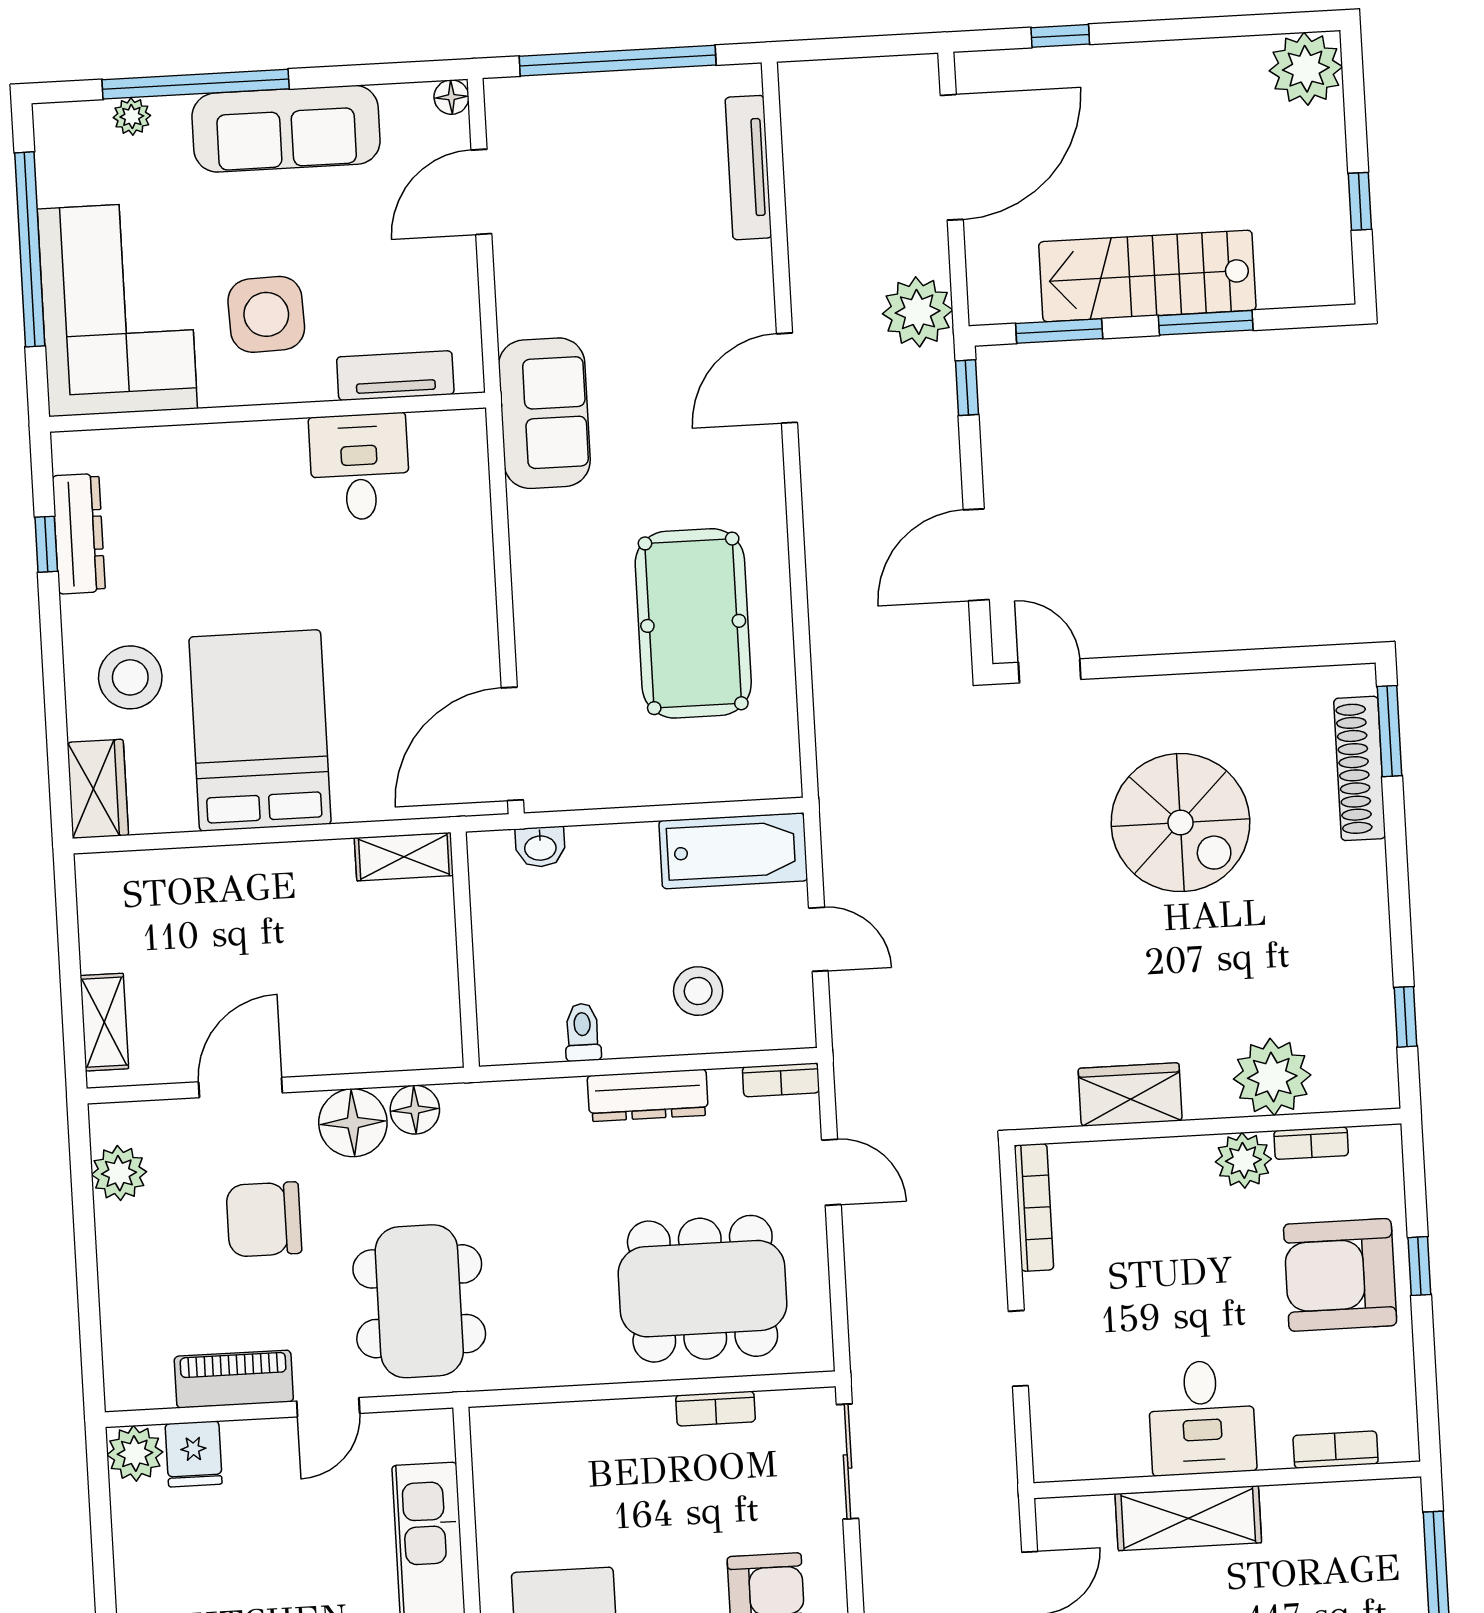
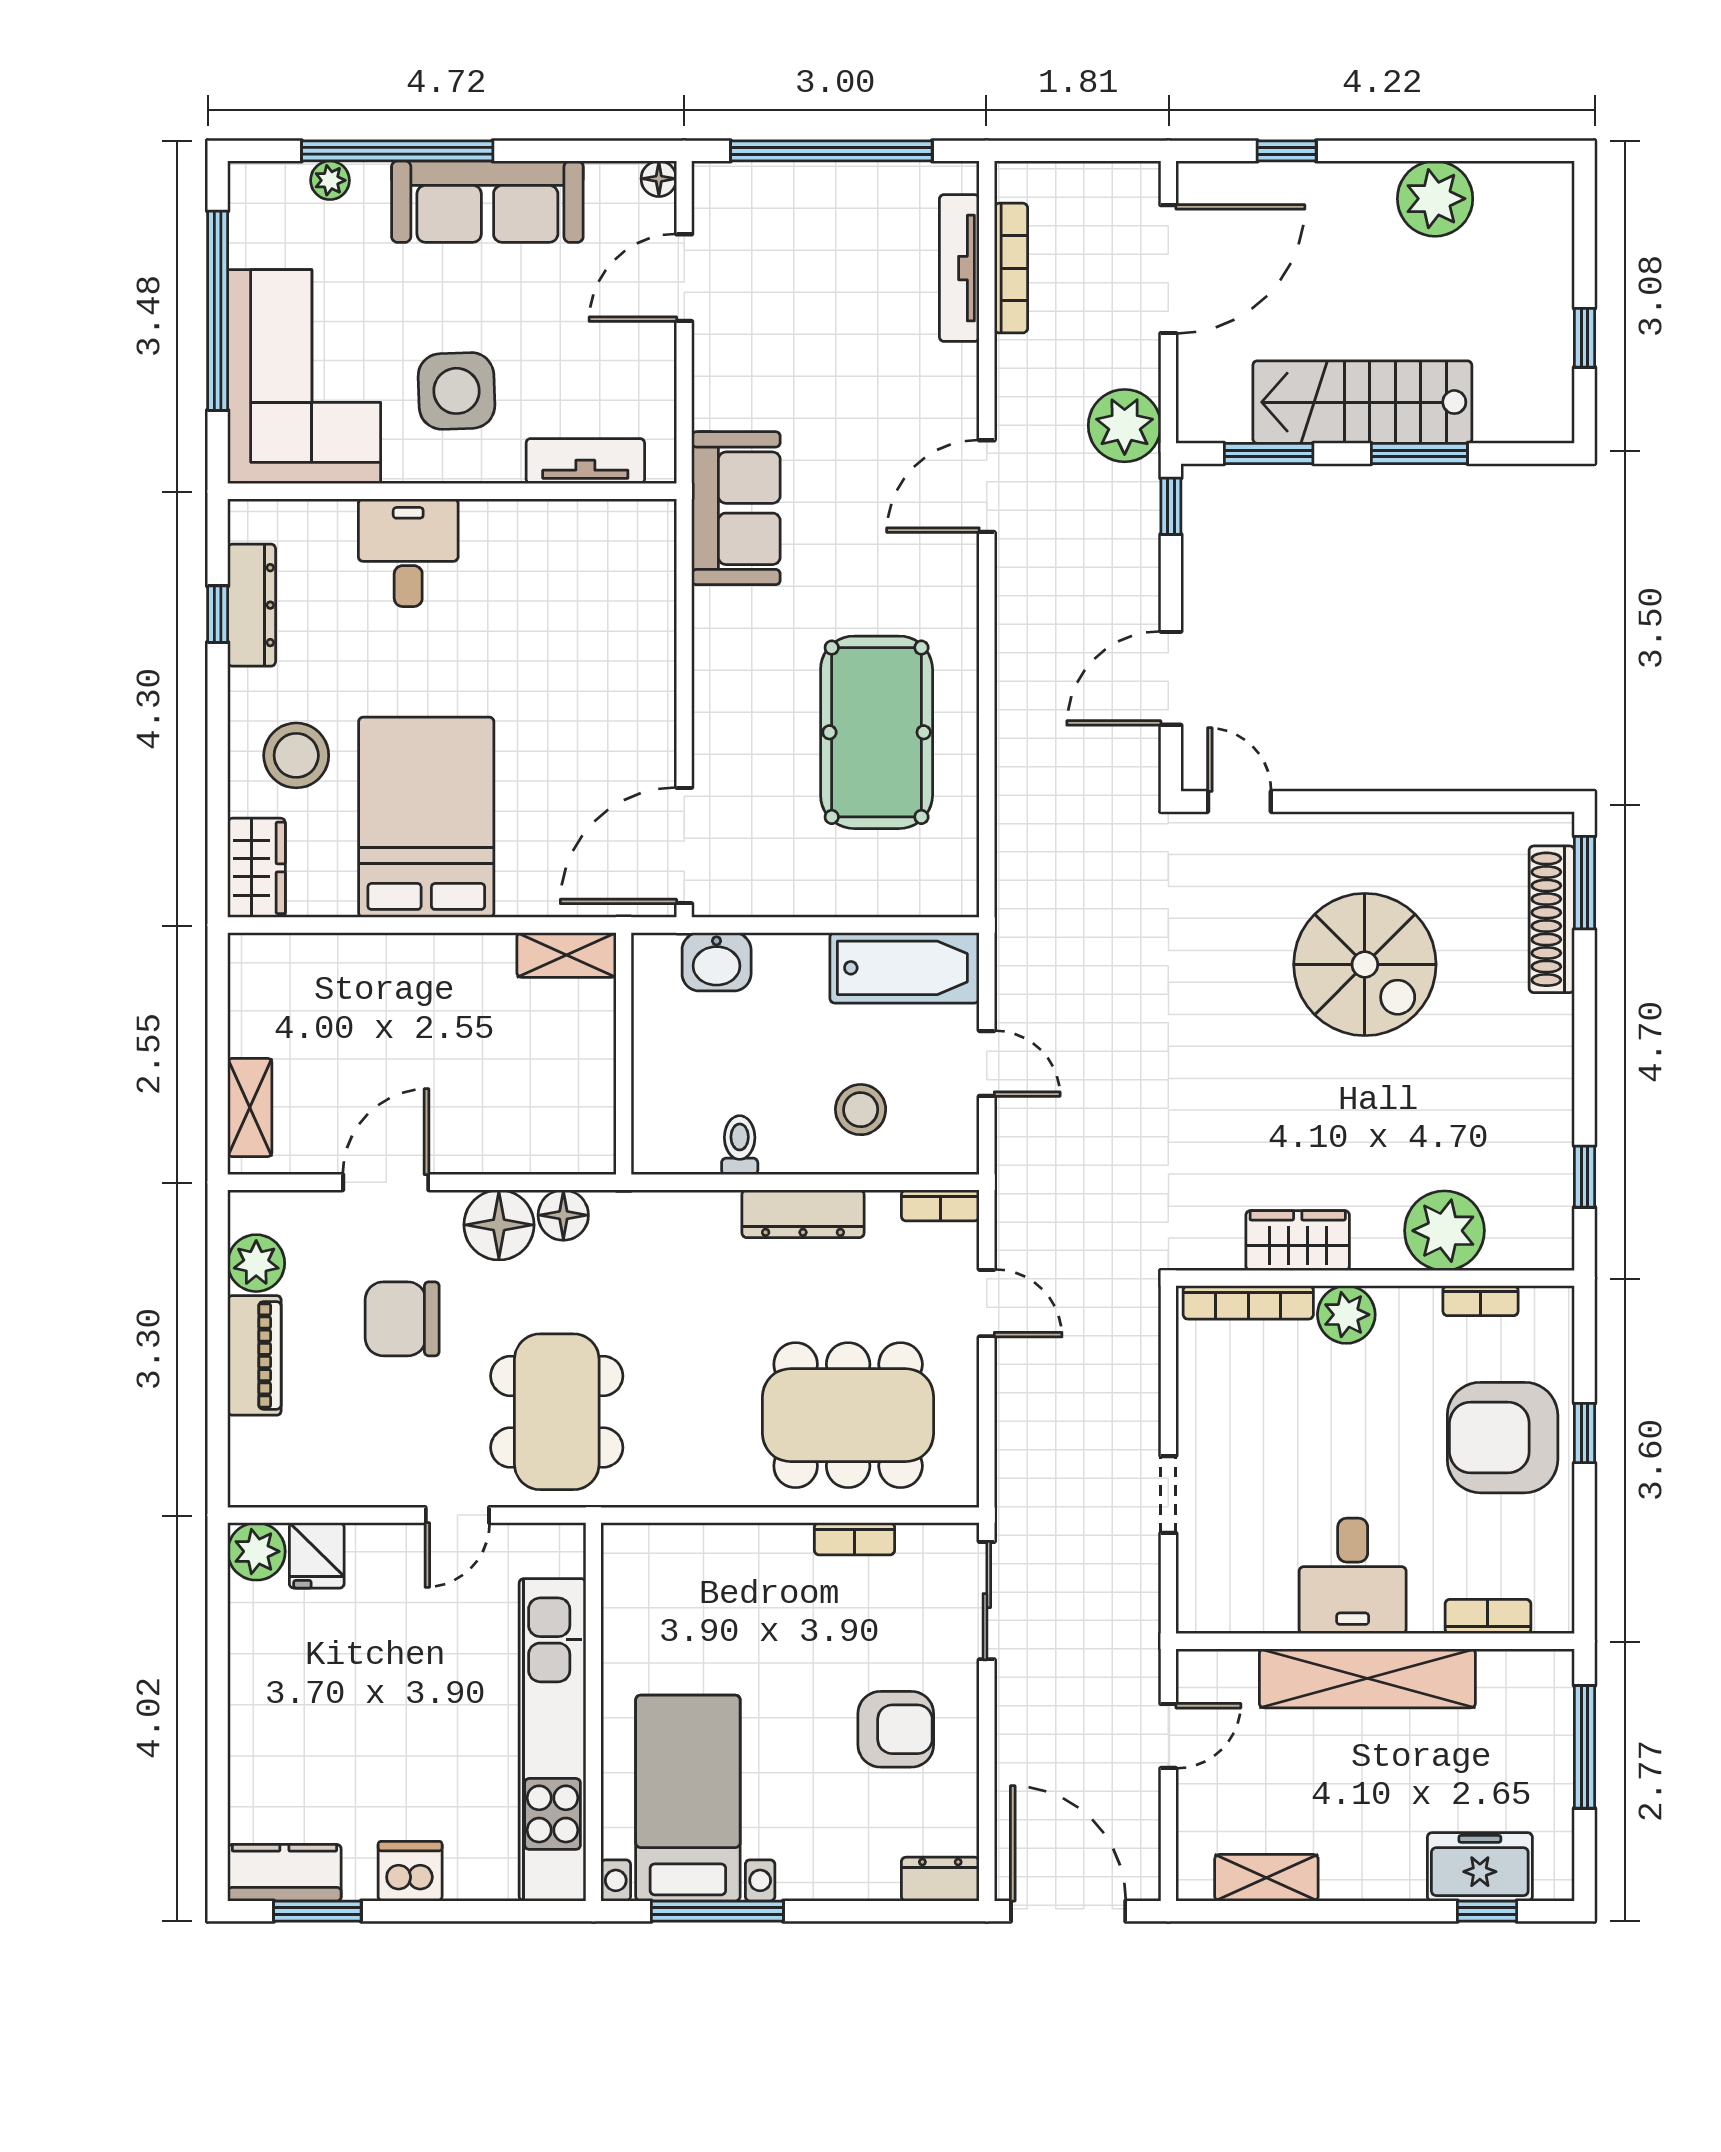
plant: (1306, 69) -> (1435, 199), moved
bookcase: (799, 165) -> (1011, 268), added
desk: (360, 467) -> (408, 553), moved
washbasin: (540, 847) -> (717, 962), width x1.38, depth x1.45
plant: (1243, 1160) -> (1346, 1315), moved
bookcase: (1034, 1207) -> (1248, 1302), moved, turned 90
piano: (234, 1379) -> (254, 1355), moved, turned 90
shelving: (1188, 1518) -> (1367, 1678), width x1.47

